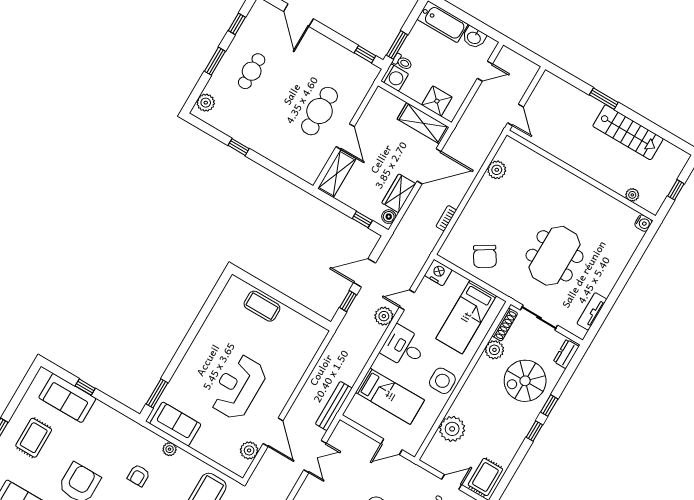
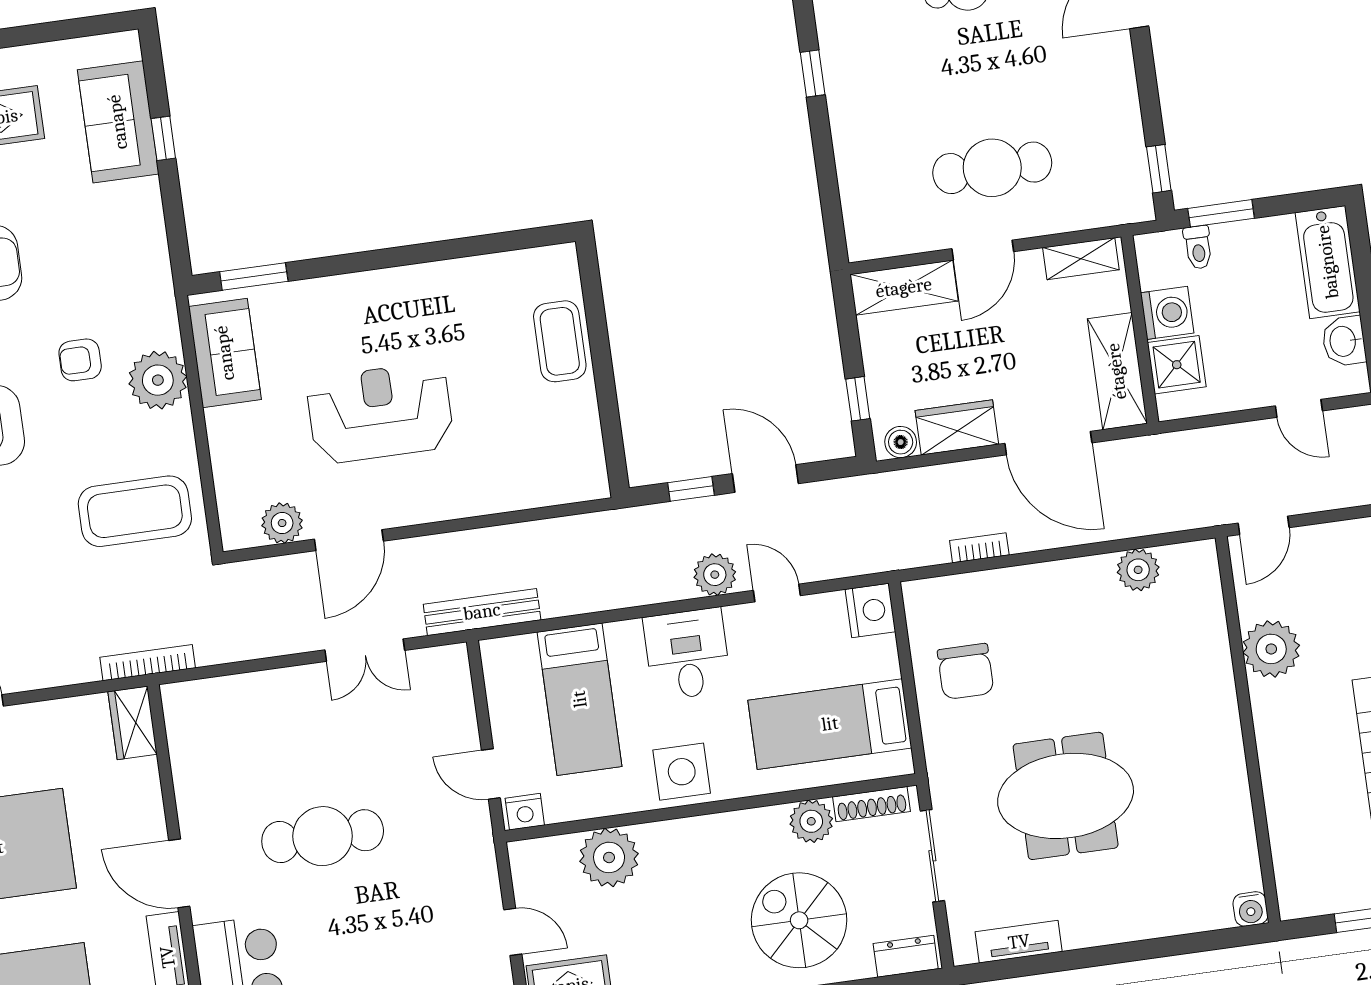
washing machine: (395, 77) -> (1167, 313), moved, turned -90
shelving: (375, 105) -> (1081, 259), added
plant: (632, 195) -> (1271, 649), moved, width x1.88, depth x1.88
chair: (485, 256) -> (966, 671), turned -58
nightstand: (414, 445) -> (525, 812), added
plant: (170, 449) -> (158, 380), width x1.87, depth x1.87

